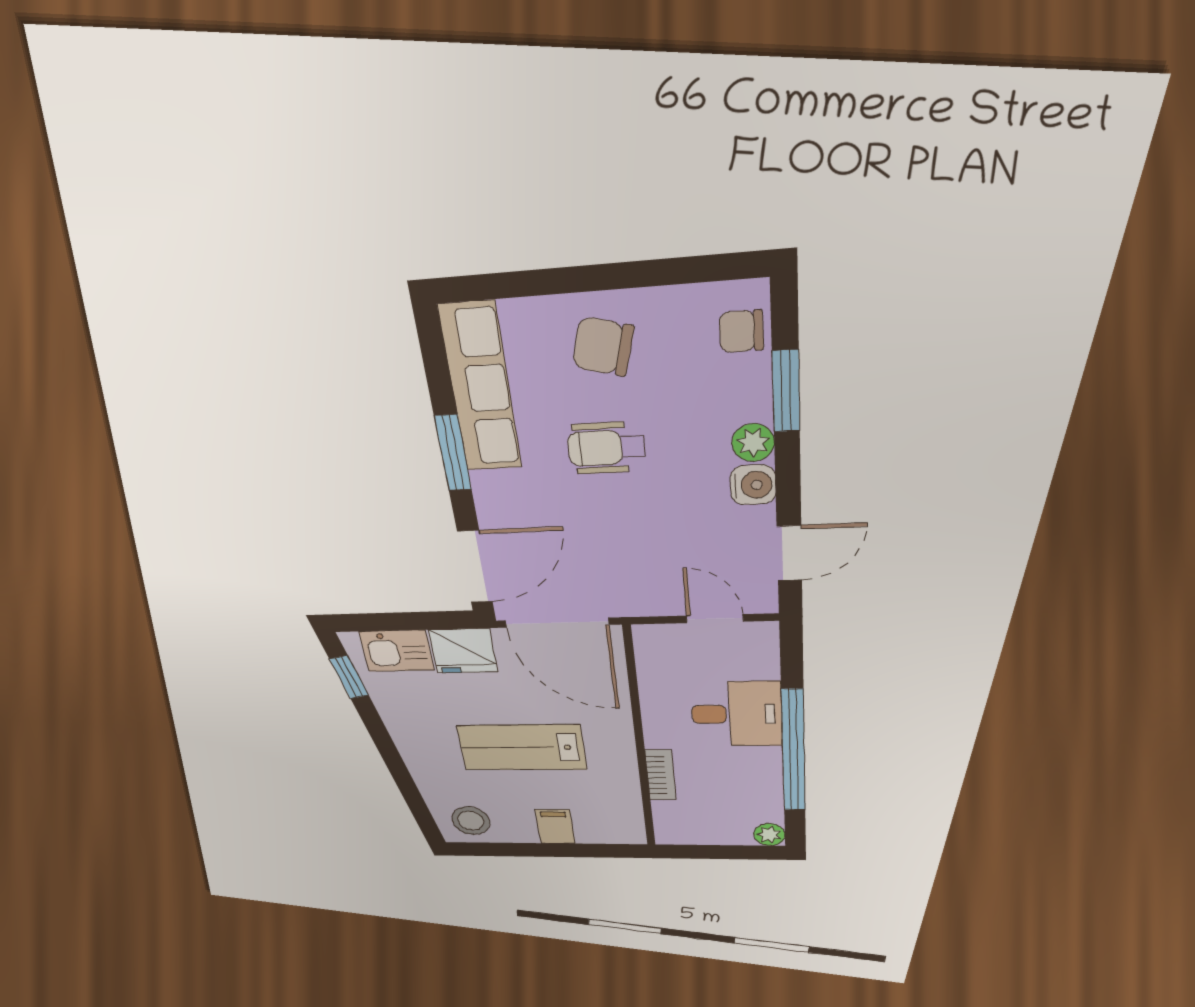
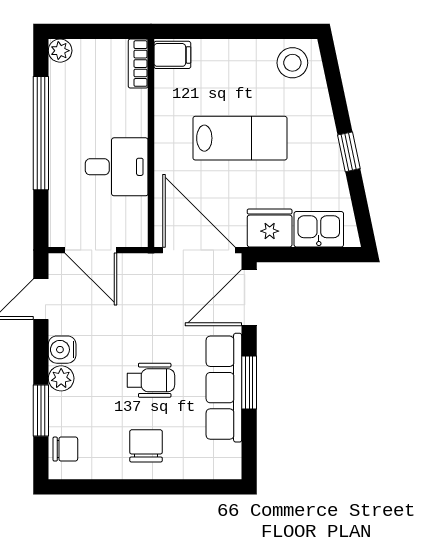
chair: (603, 347) -> (146, 446), turned -105
row of seats: (481, 388) -> (224, 388), moved
door: (715, 619) -> (91, 250), width x1.38
window: (349, 677) -> (349, 152), moved
desk: (737, 714) -> (117, 167), moved, turned 180
bookcase: (661, 775) -> (138, 64), moved
filing cabinet: (555, 826) -> (172, 55), moved, turned -90

